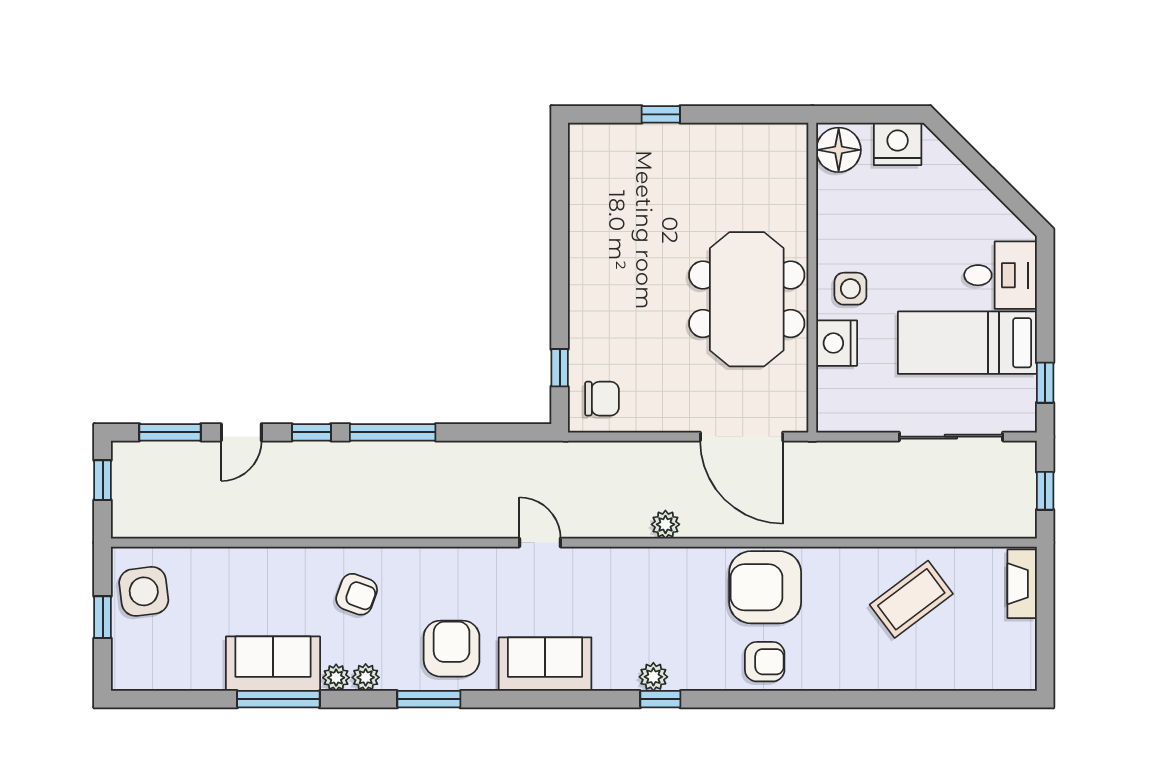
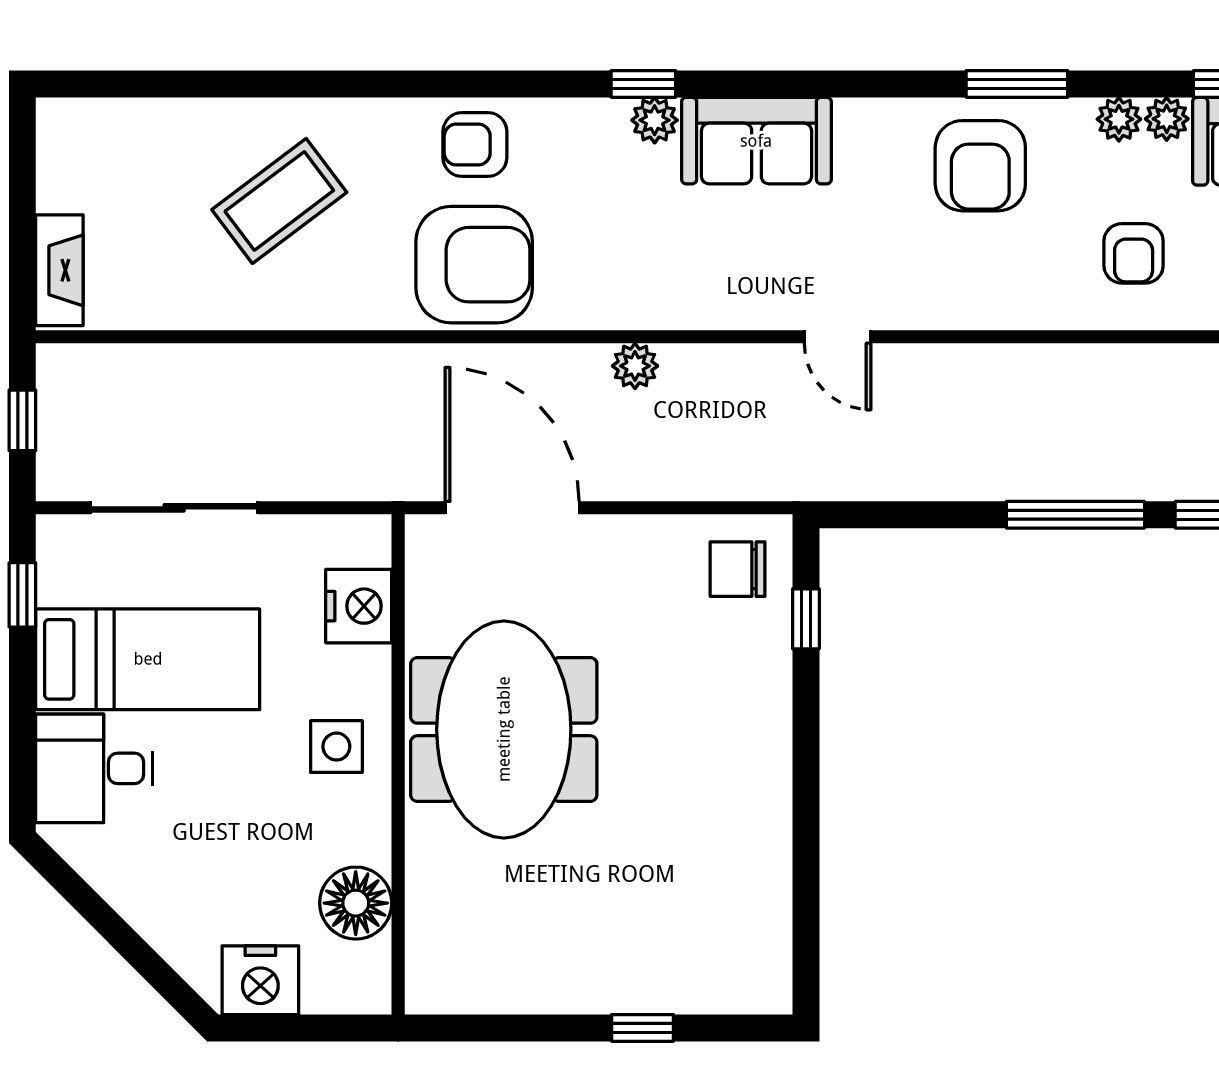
floor lamp: (839, 150) -> (356, 903), moved
nightstand: (837, 343) -> (359, 606), moved
armchair: (357, 594) -> (1134, 253), turned -110
coffee table: (911, 599) -> (279, 201), moved
sofa: (545, 664) -> (756, 141), moved

